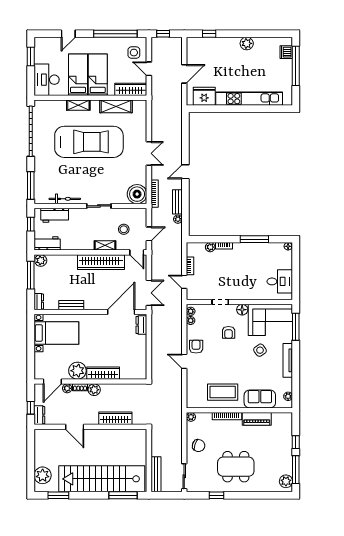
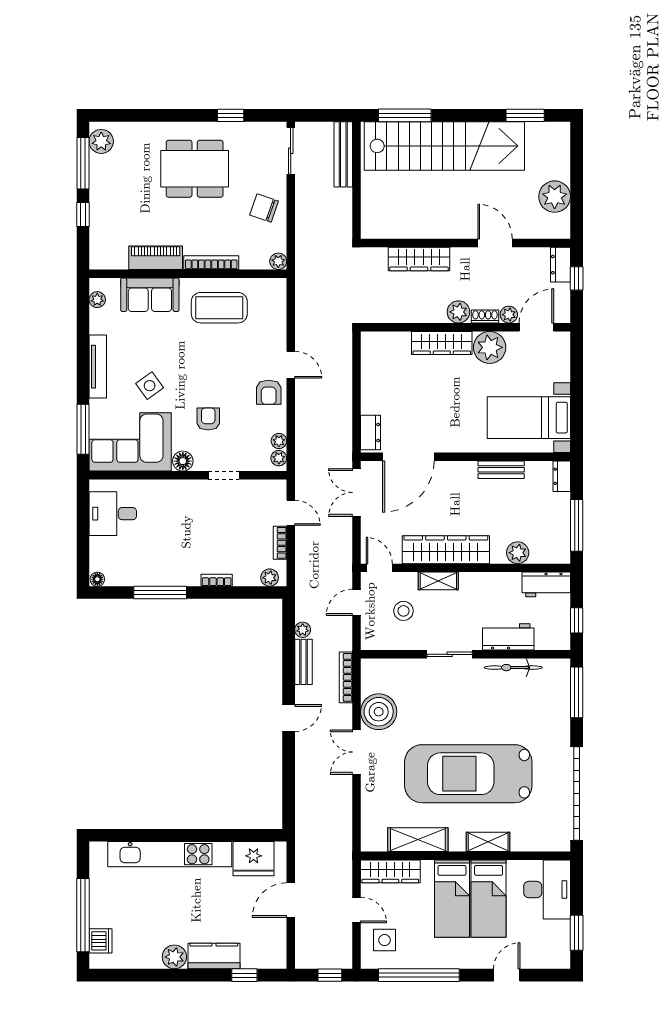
kitchen counter: (225, 44) -> (214, 956), added
boiler: (137, 194) -> (379, 712), moved
workbench: (55, 215) -> (508, 637), moved
plant: (210, 247) -> (270, 578), moved
plant: (41, 260) -> (518, 553), moved
plant: (43, 475) -> (555, 197), moved

